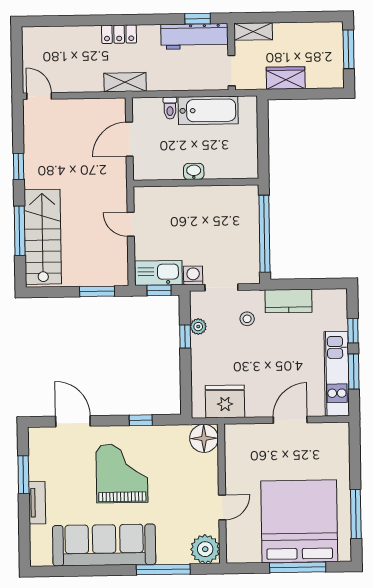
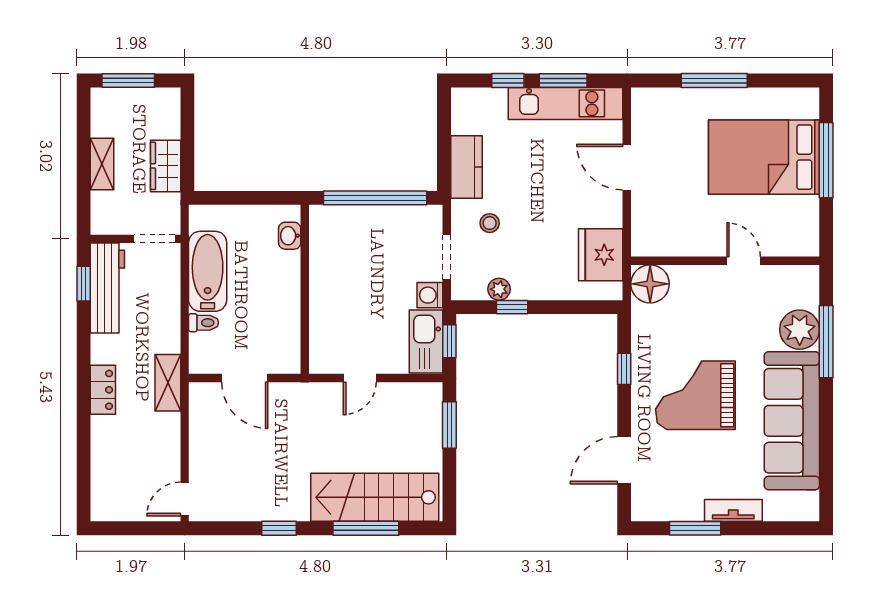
shelving: (253, 31) -> (102, 164), moved
washbasin: (194, 171) -> (290, 236), moved
window: (356, 514) -> (714, 81), moved
bed: (299, 521) -> (764, 157), width x0.73
plant: (205, 549) -> (800, 330), moved

